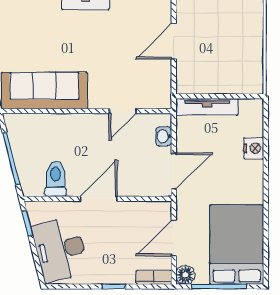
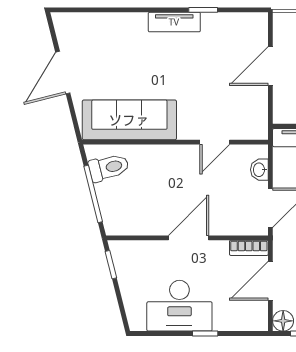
toilet: (55, 179) -> (109, 168), moved, turned 76
desk: (60, 249) -> (179, 306), moved, turned -76
bookcase: (154, 277) -> (249, 248), moved, turned 180

